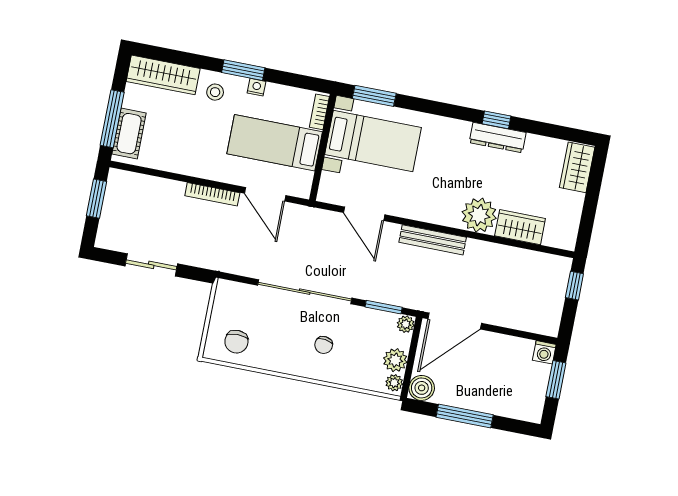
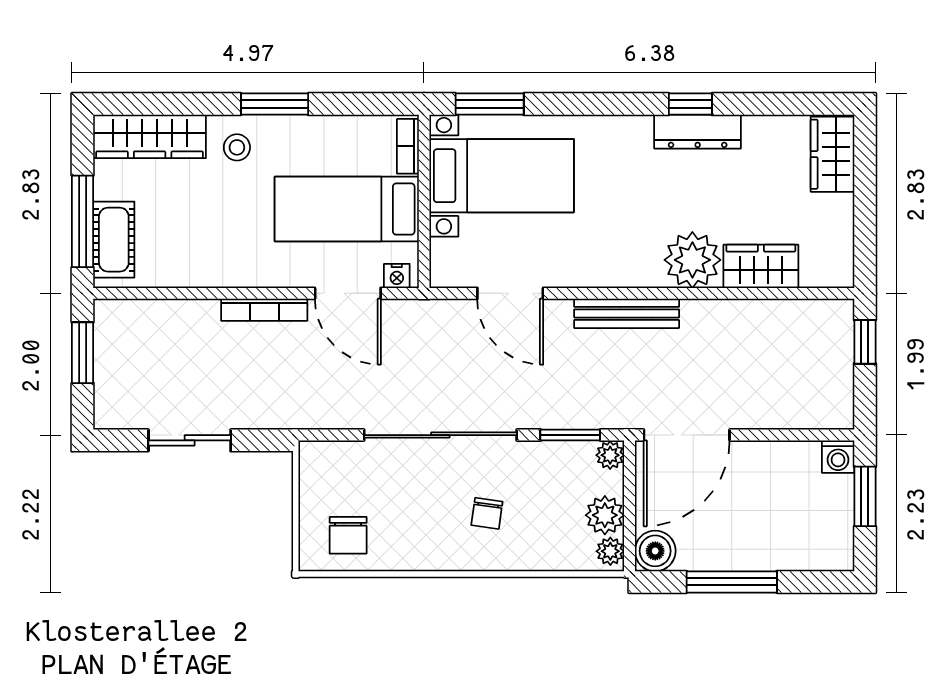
nightstand: (256, 87) -> (397, 276), moved, turned 180

